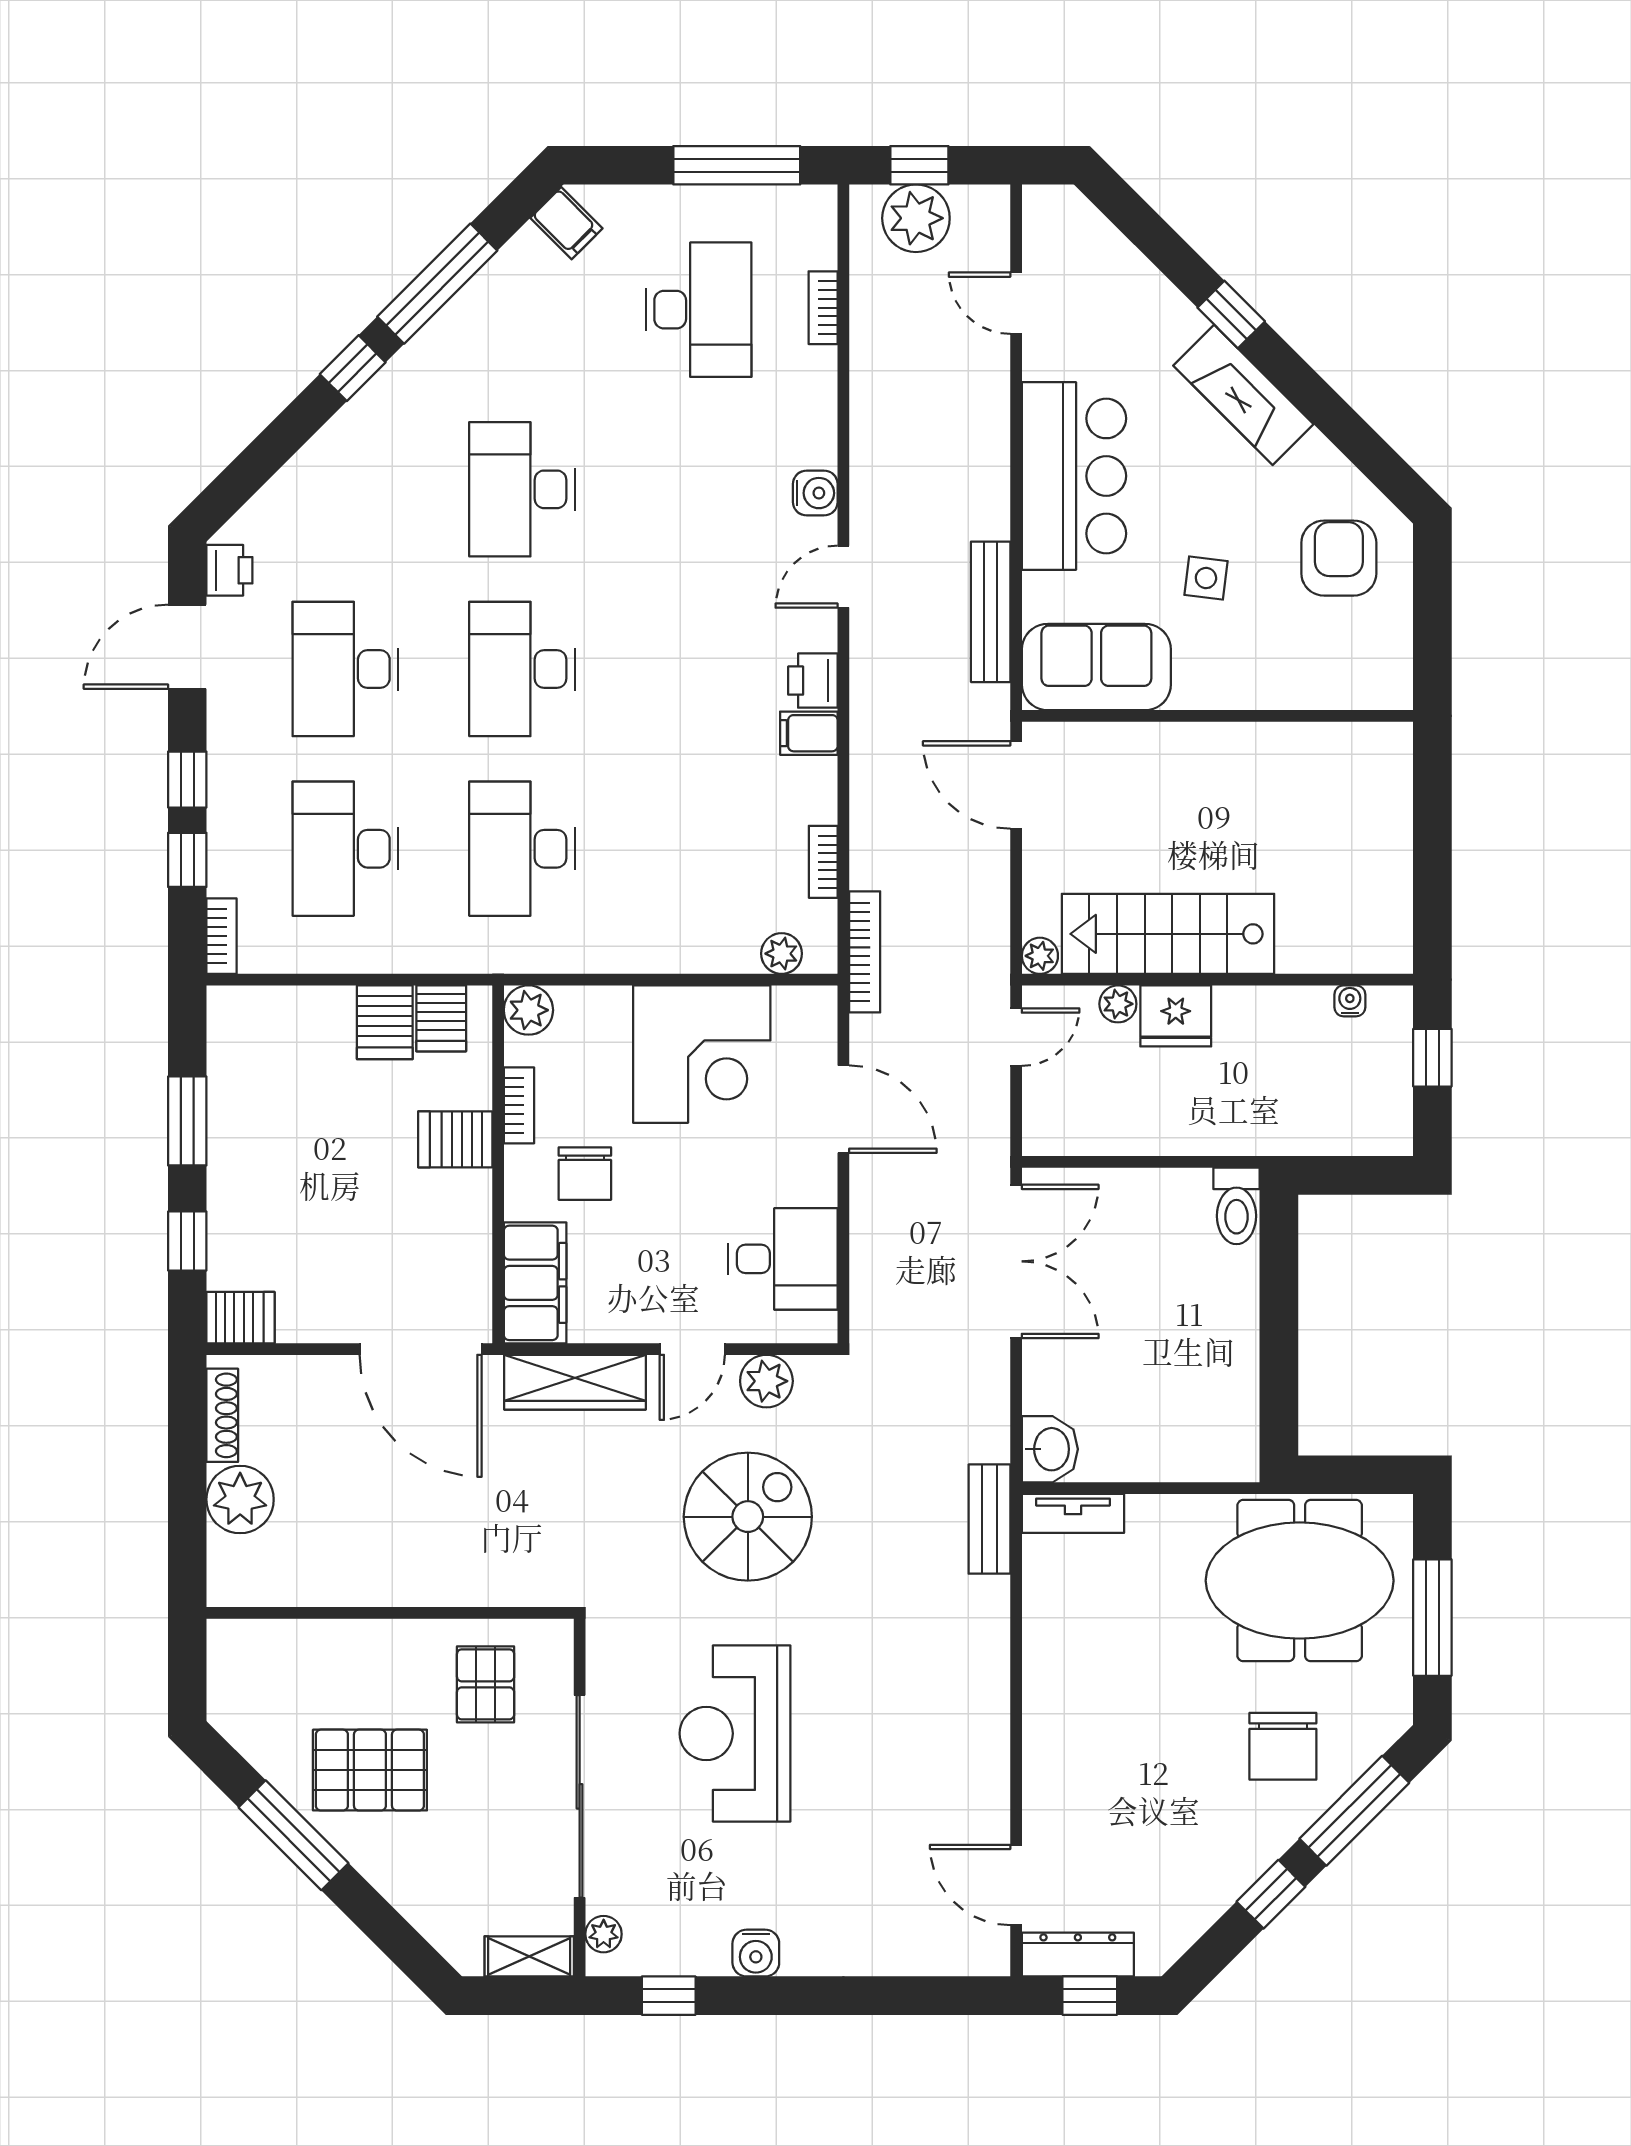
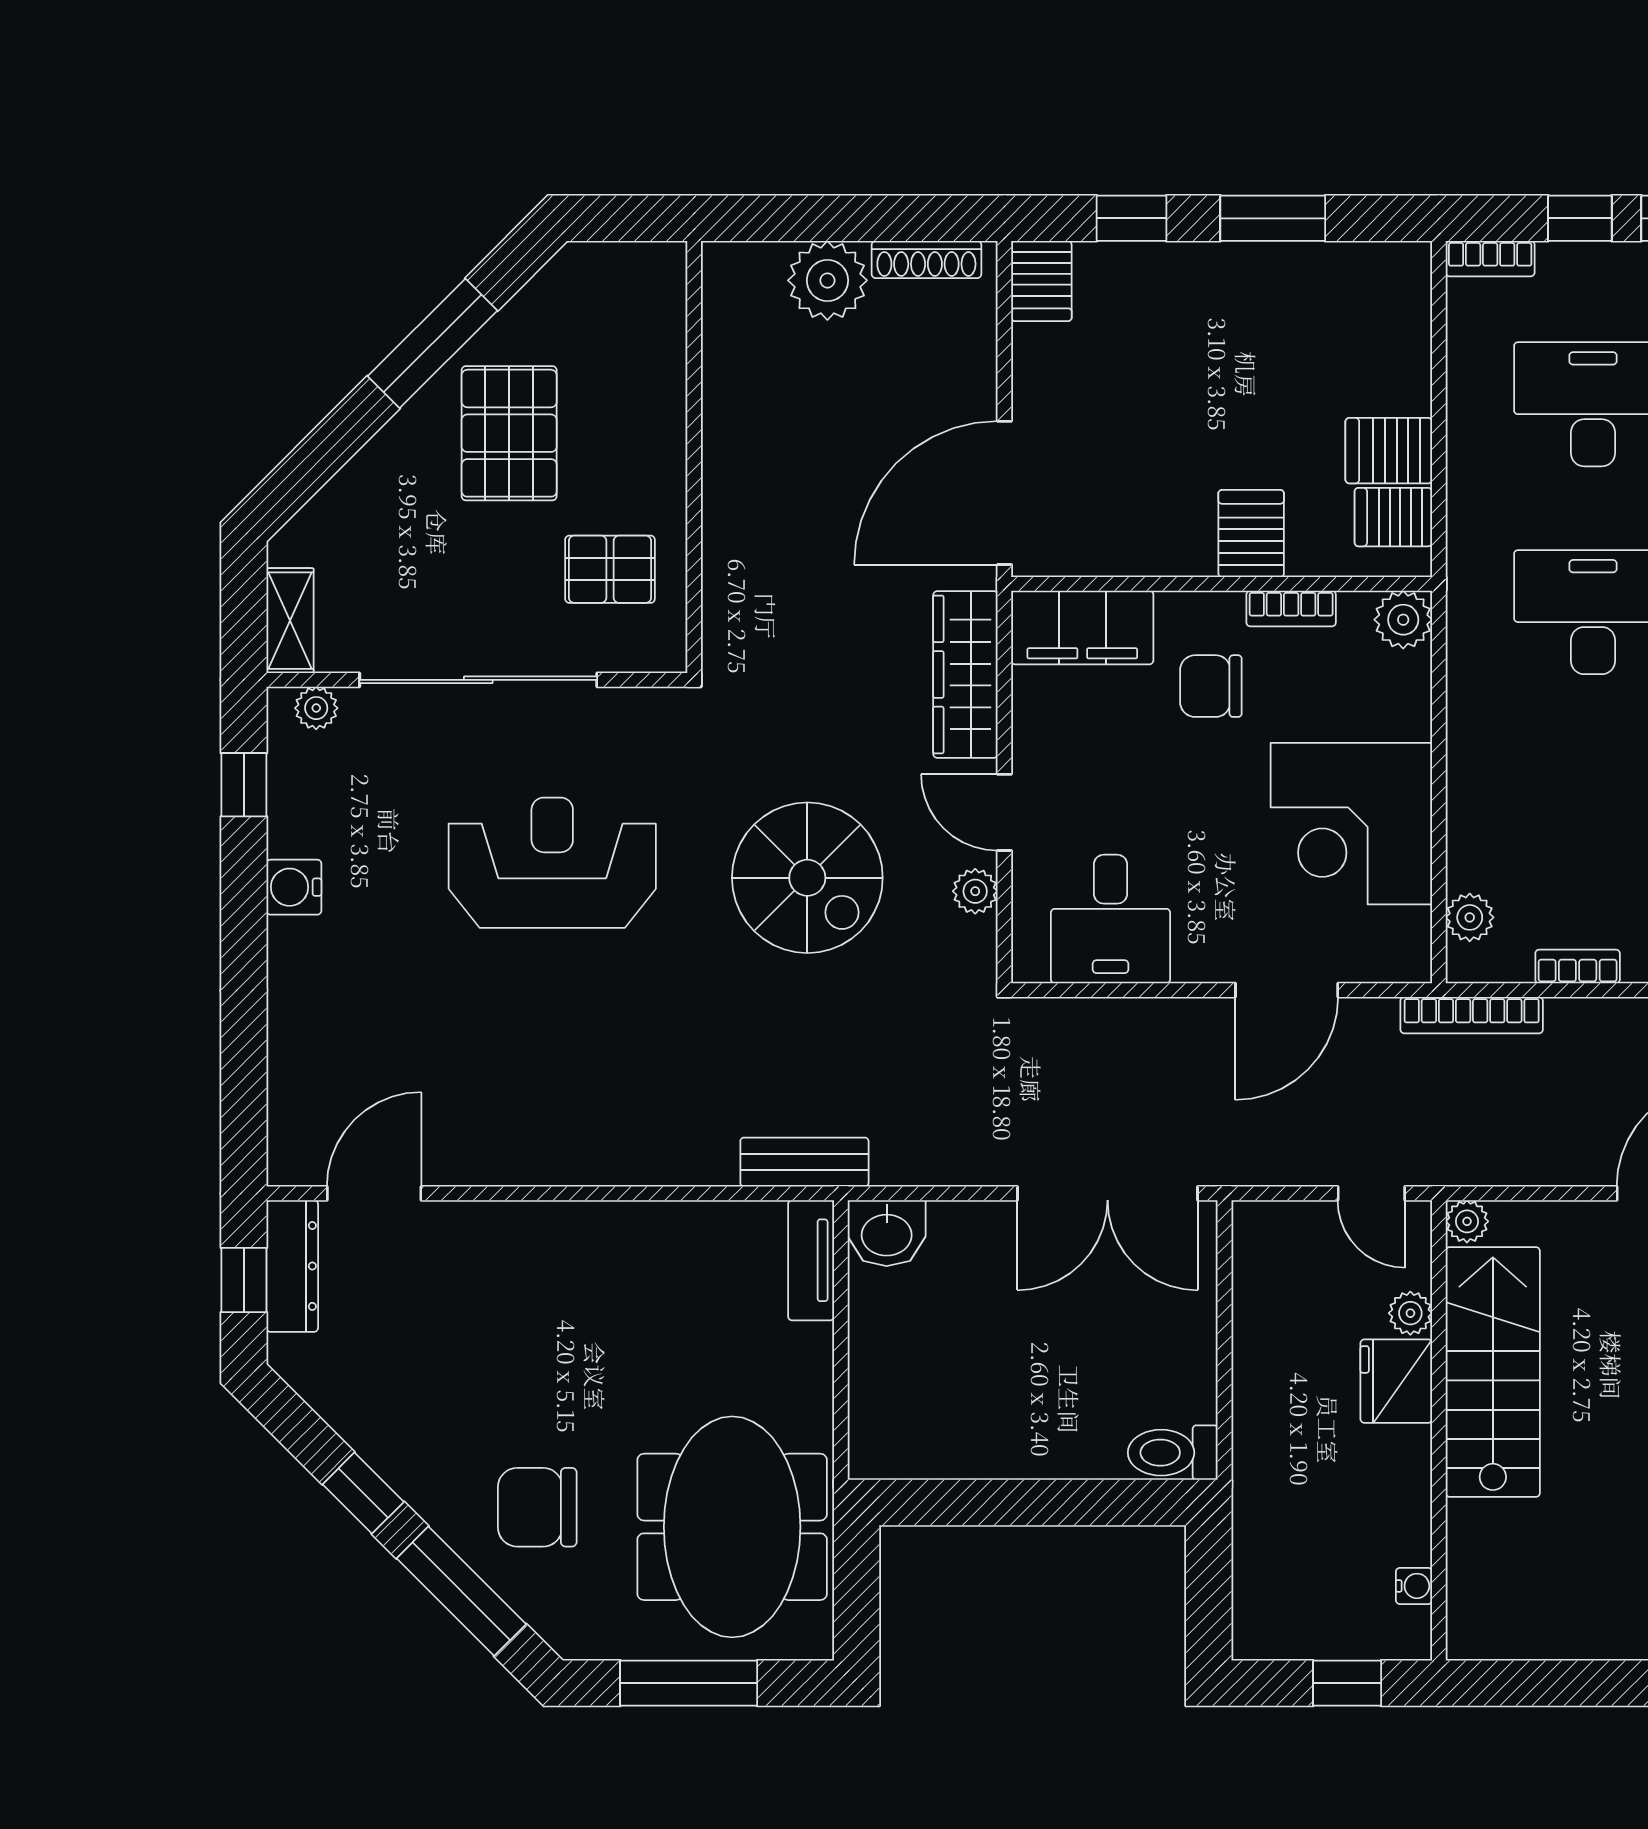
plant: (766, 1381) -> (975, 891), width x0.73, depth x0.73

